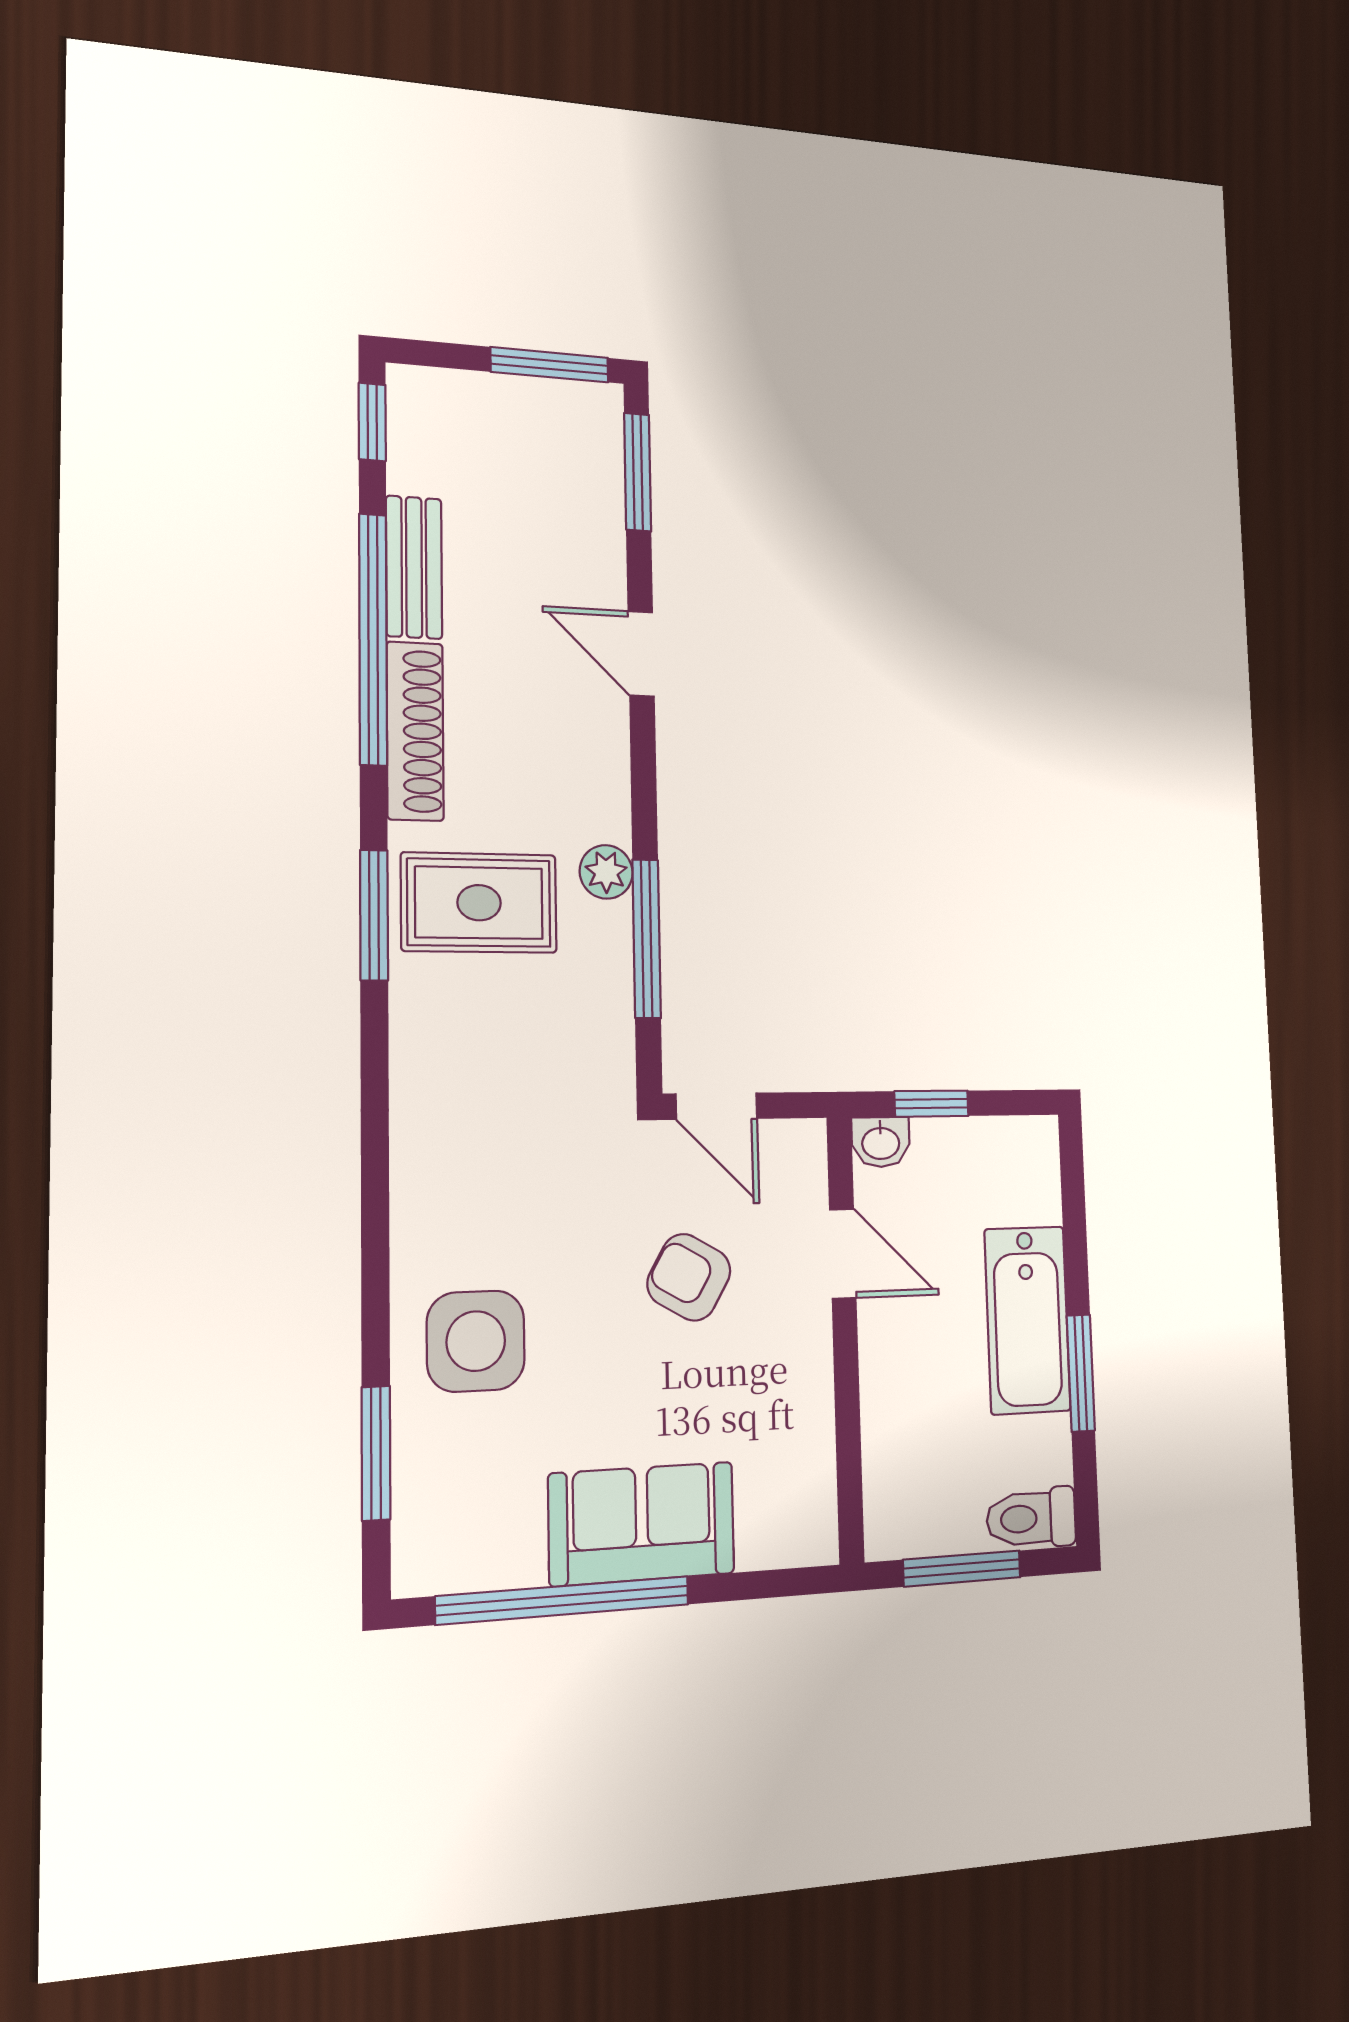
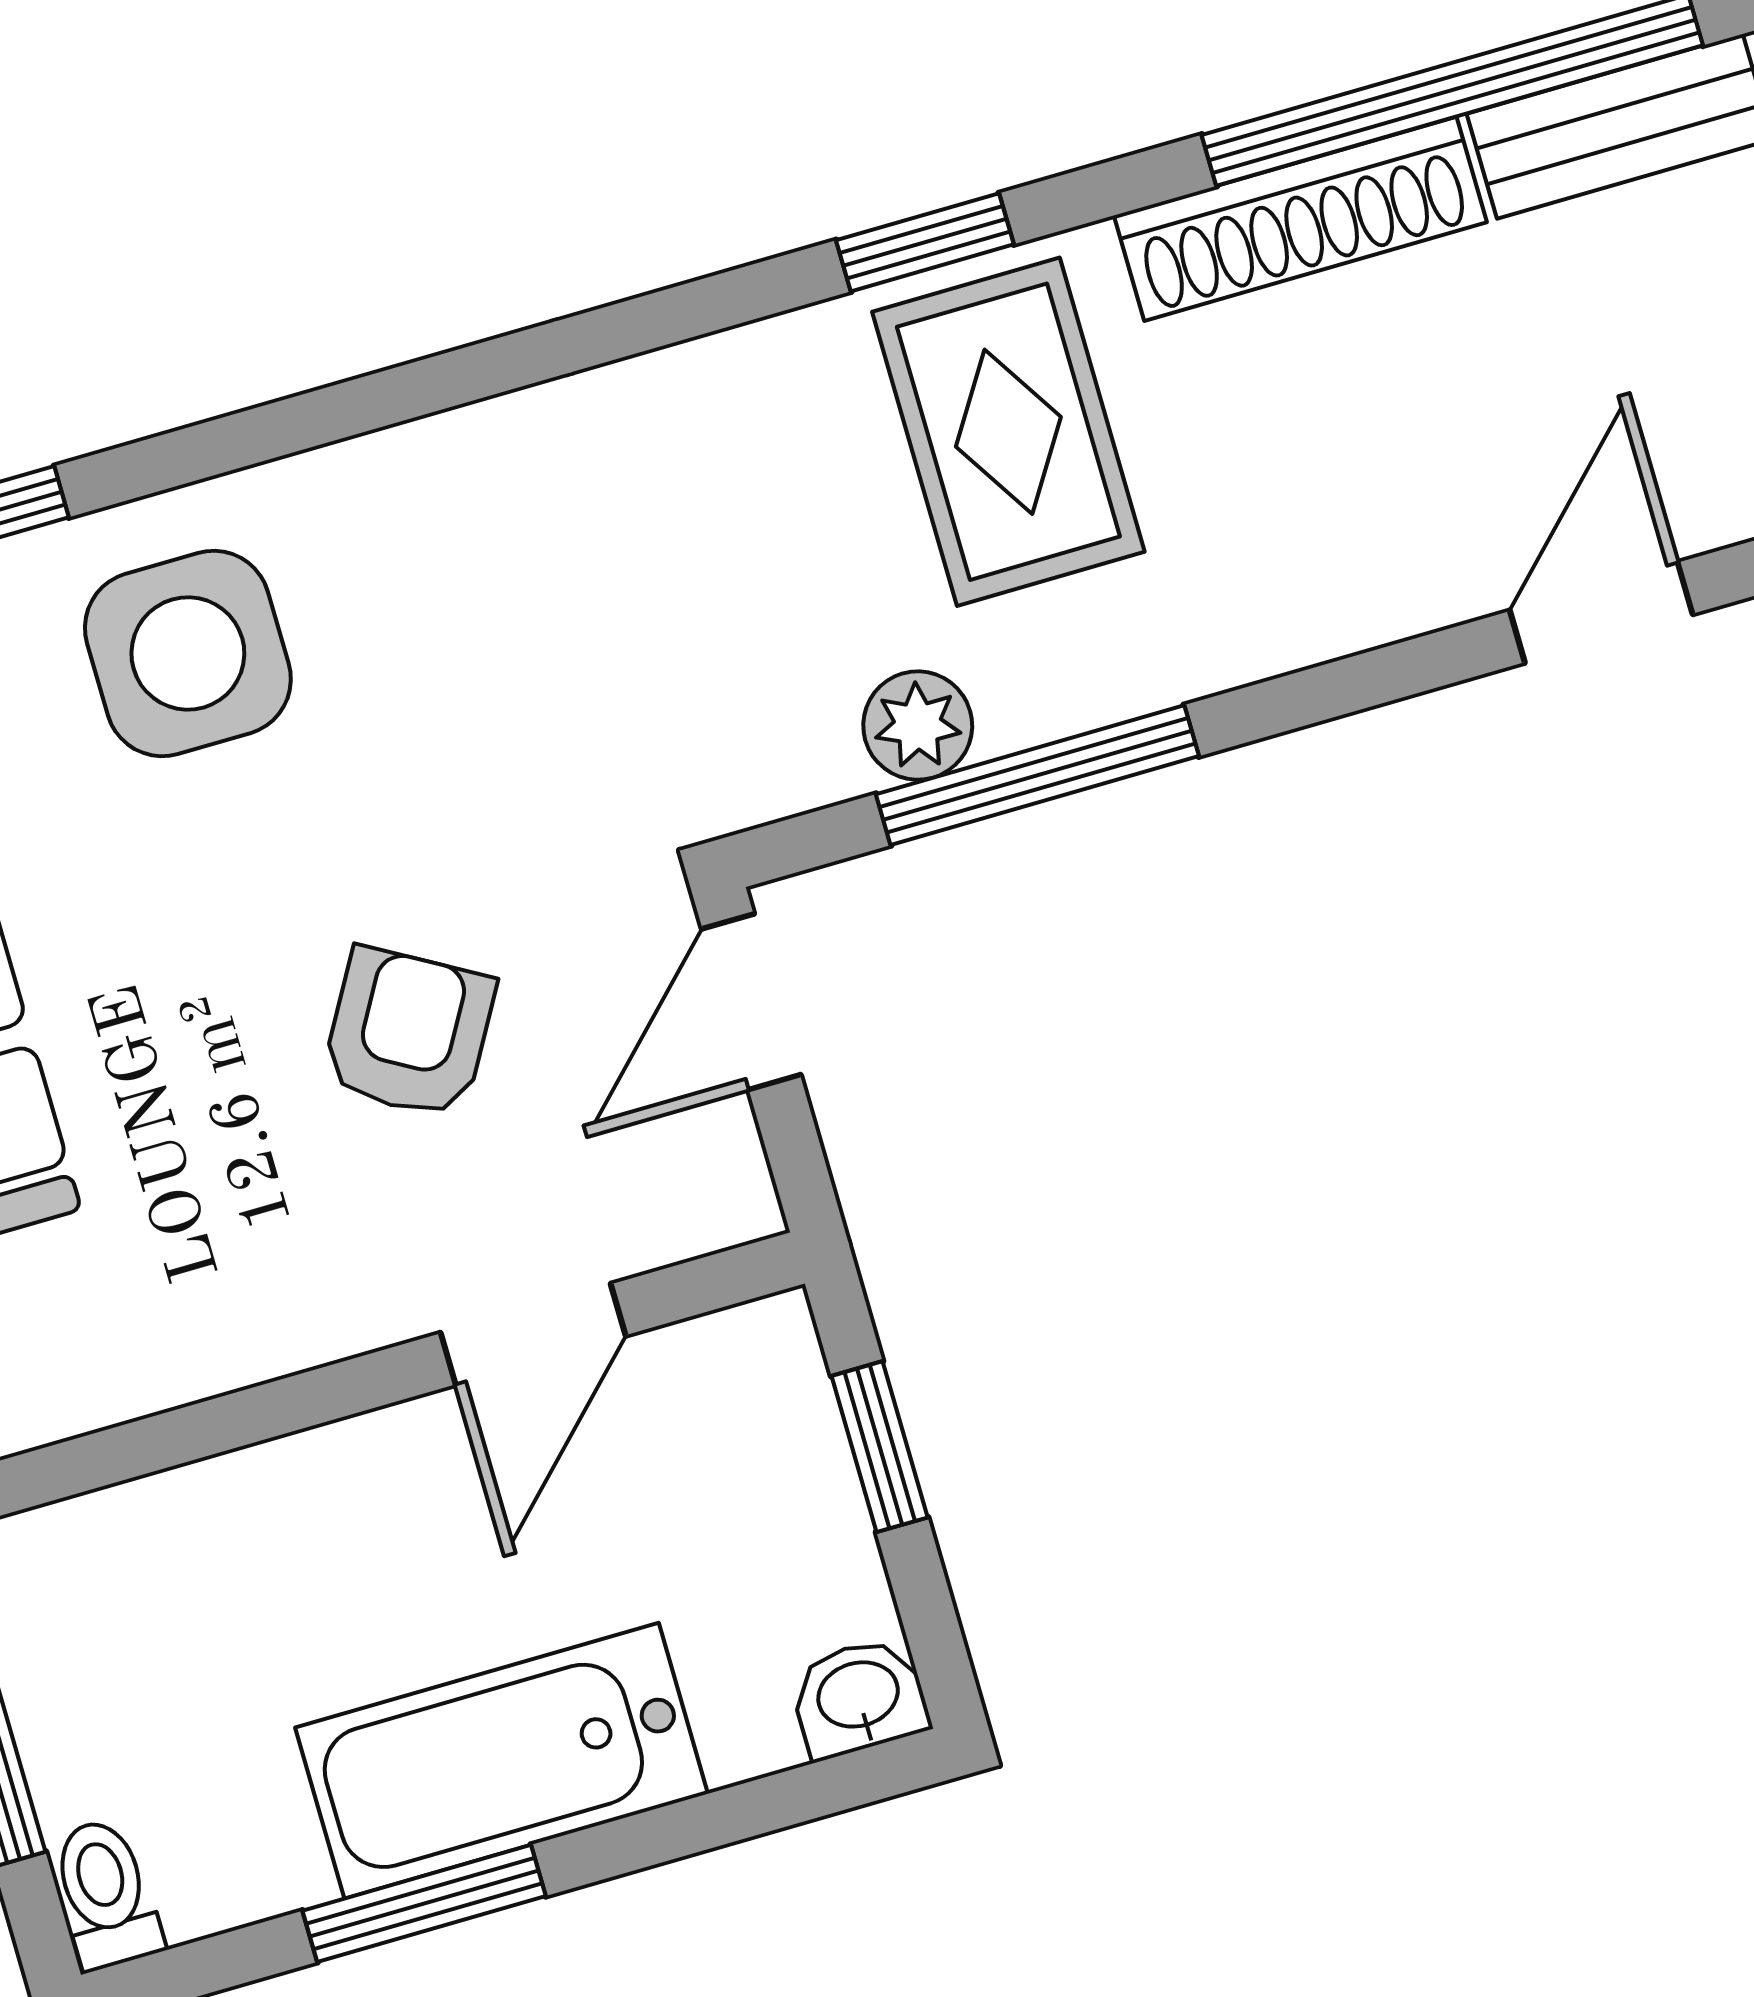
plant: (606, 872) -> (918, 726), moved
window: (374, 915) -> (925, 242), width x0.67
washbasin: (881, 1142) -> (859, 1697), moved, turned 90
toilet: (1031, 1518) -> (106, 1894), width x0.73, depth x0.72

